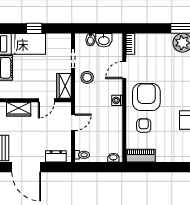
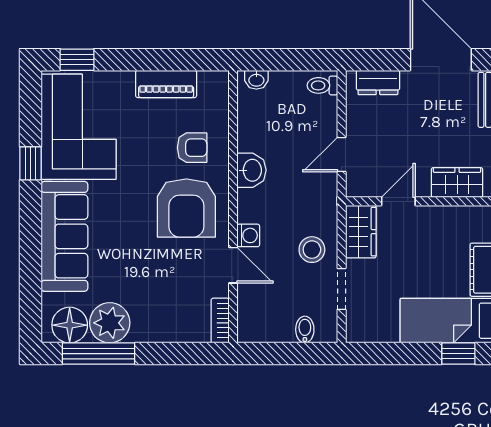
window: (34, 28) -> (458, 354), moved
washbasin: (104, 40) -> (251, 170), moved, turned 90
door: (124, 70) -> (233, 265), hinge flipped
washing machine: (117, 100) -> (248, 235), moved
armchair: (144, 125) -> (192, 148), turned -90
piano: (141, 156) -> (166, 84), moved

